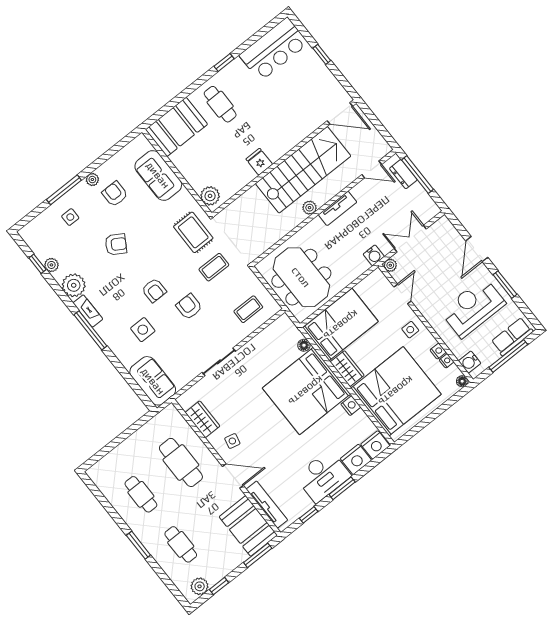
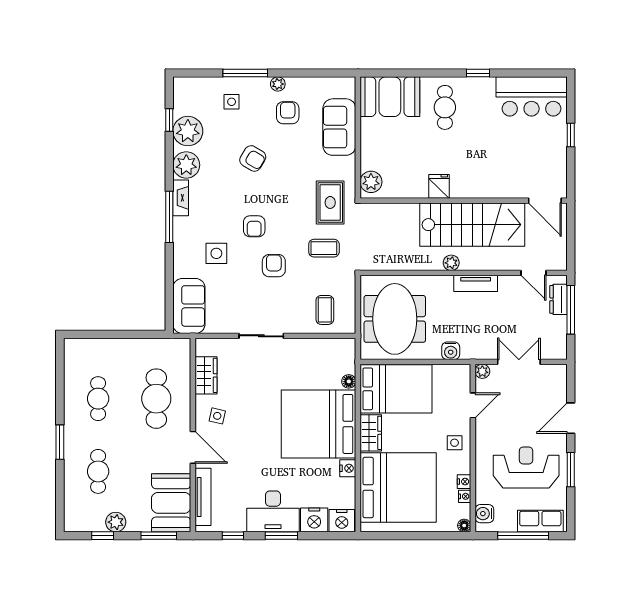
water cooler: (374, 255) -> (451, 351), moved
plant: (51, 265) -> (188, 131), width x1.87, depth x1.87
coffee table: (248, 309) -> (325, 310), turned 90
plant: (200, 586) -> (116, 522), moved

